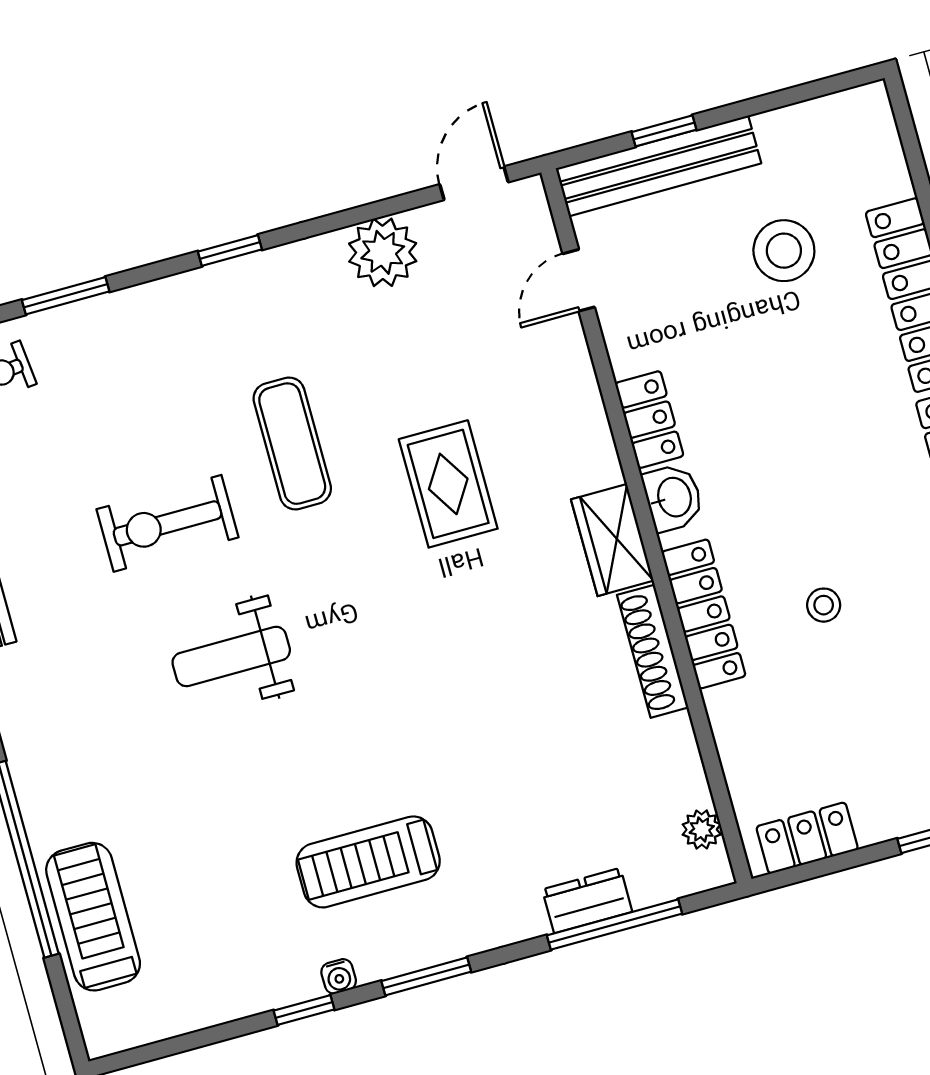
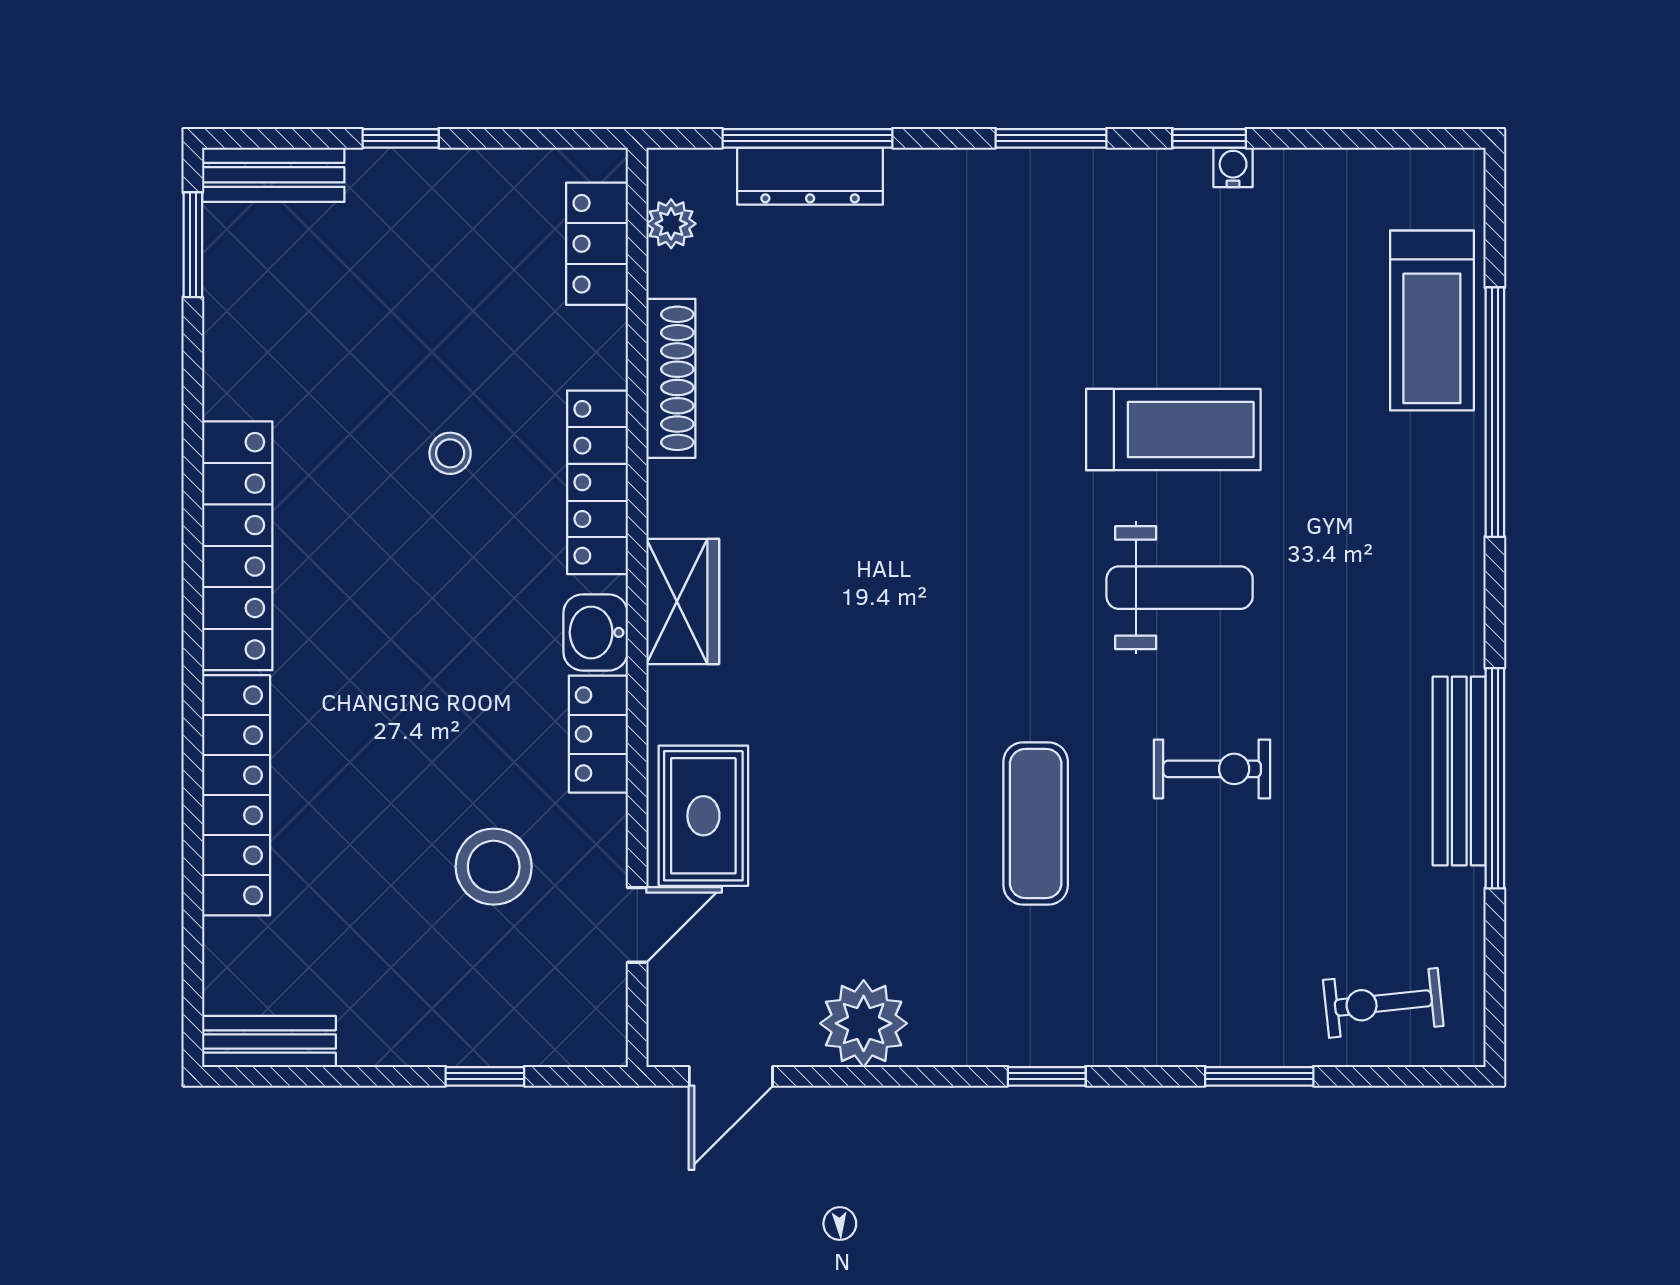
bench: (658, 166) -> (269, 1042), moved, width x0.54, depth x0.82
stool: (784, 251) -> (494, 867), moved
rug: (448, 484) -> (703, 816), moved
exercise bike: (168, 523) -> (1212, 769), width x0.73, depth x0.72
shoe rack: (653, 651) -> (671, 378), moved
locker: (807, 838) -> (597, 244), moved, turned 90
treadmill: (368, 862) -> (1173, 430), moved
dresser: (587, 901) -> (810, 176), width x1.44
water cooler: (339, 976) -> (1233, 167), moved

